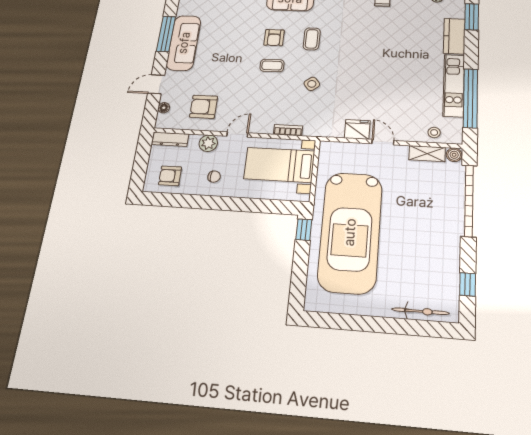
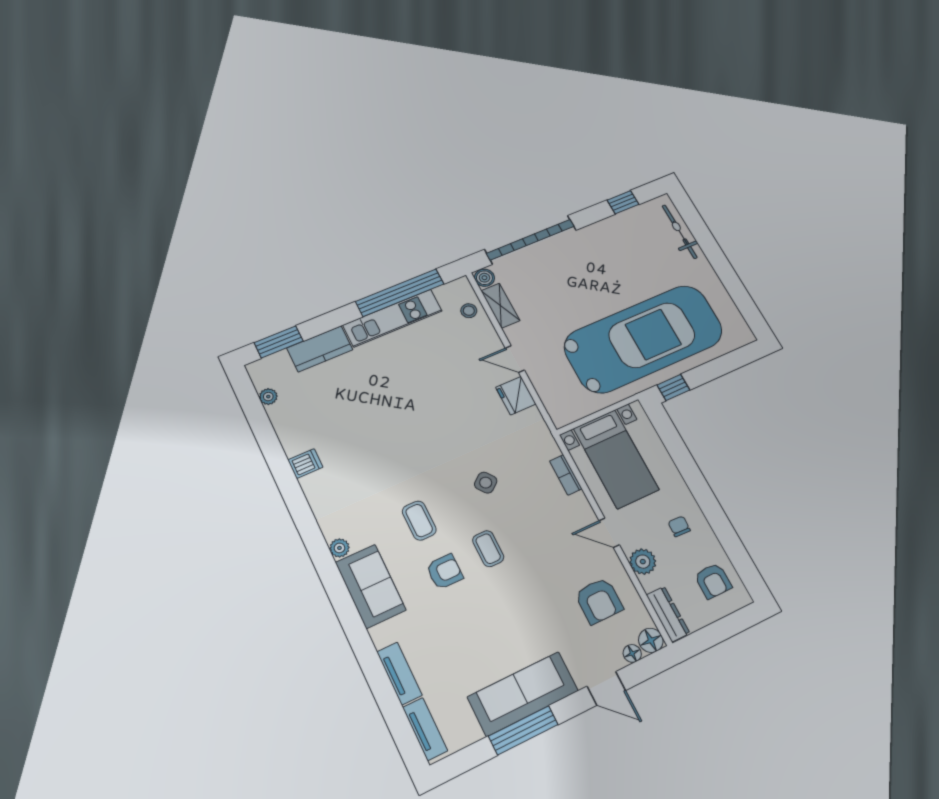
coffee table: (312, 39) -> (419, 521), turned 90
floor lamp: (163, 121) -> (651, 640), added
door: (383, 142) -> (515, 359), hinge flipped

